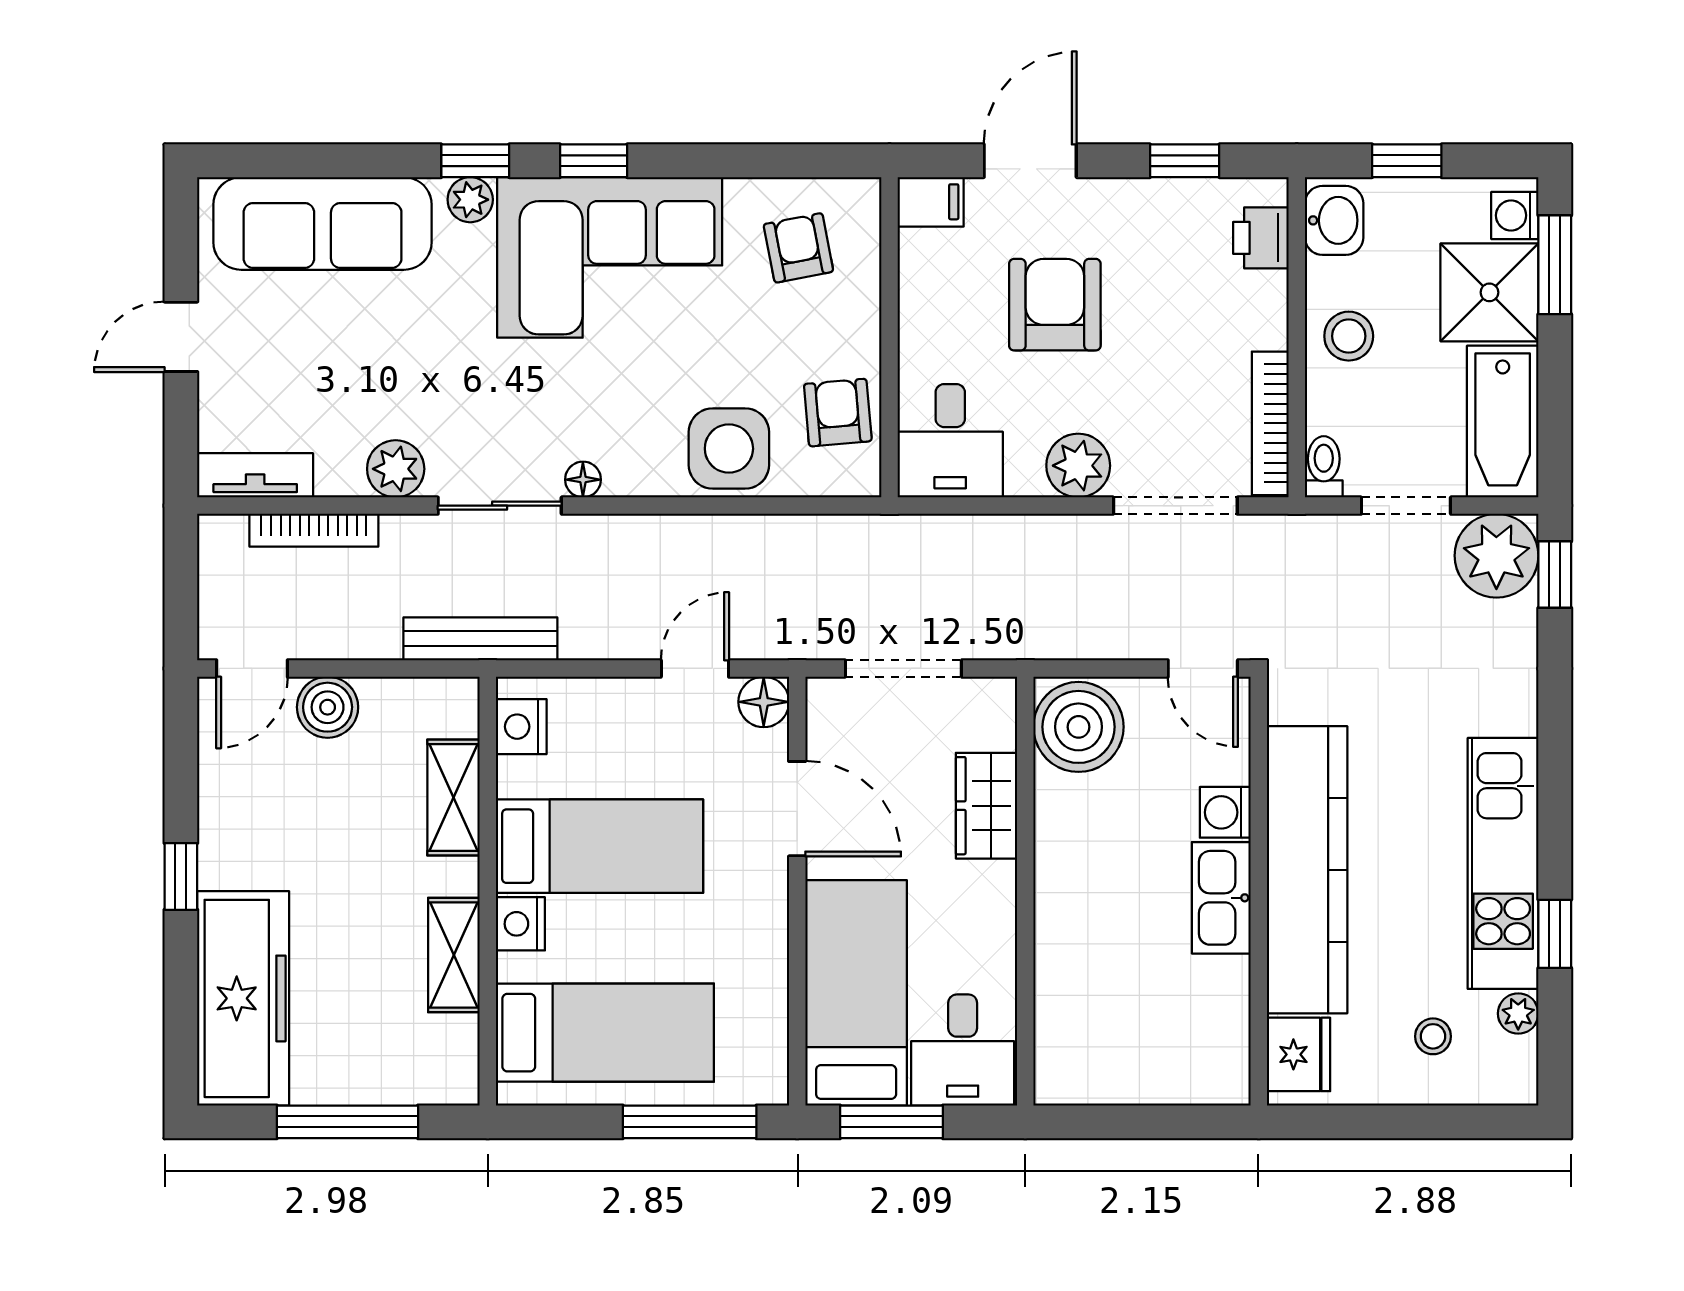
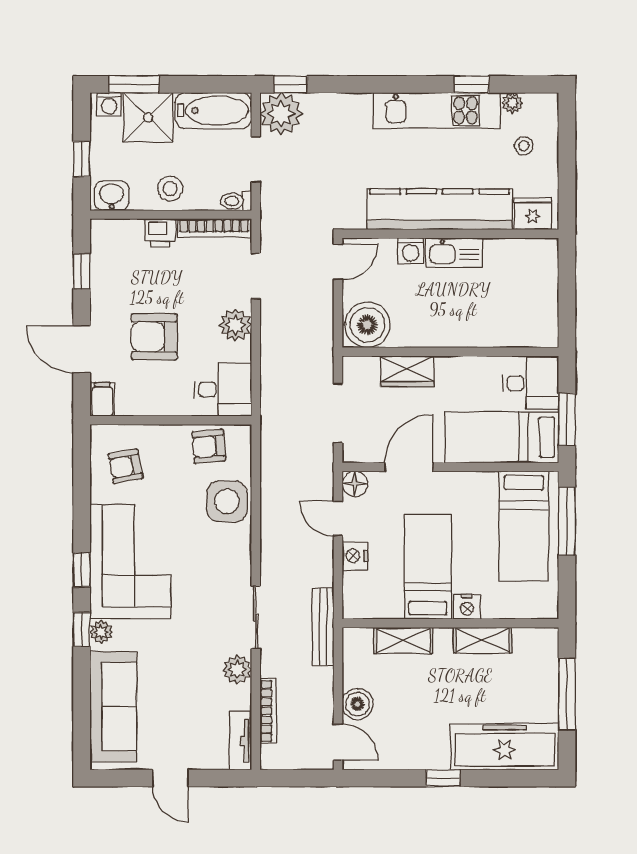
printer: (1261, 238) -> (160, 233), moved
floor lamp: (583, 480) -> (243, 575), removed
doorway: (1175, 506) -> (256, 276), width x0.73
nightstand: (521, 727) -> (355, 556), moved, turned 90
bed: (605, 1033) -> (524, 526), moved, turned 180

